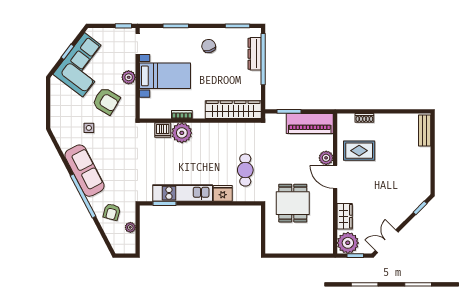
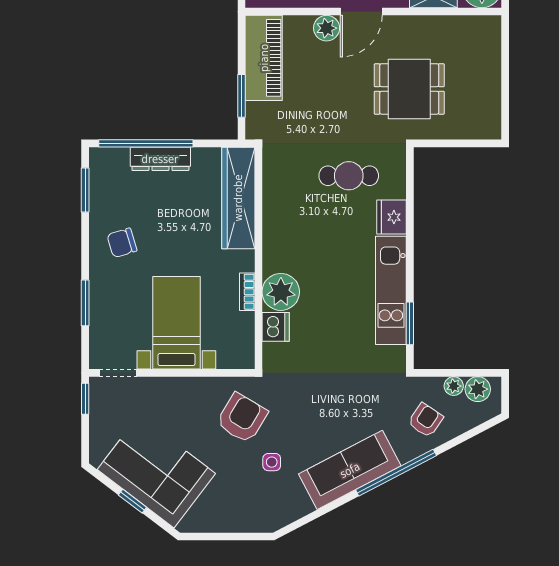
dresser: (255, 54) -> (160, 159), moved
plant: (129, 77) -> (478, 389), moved
armchair: (106, 101) -> (242, 418), moved
armchair: (112, 212) -> (426, 420), turned -71

